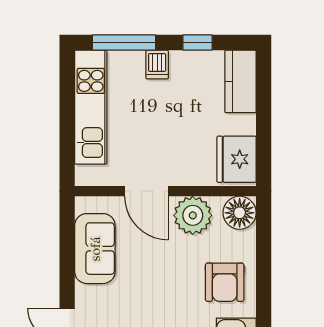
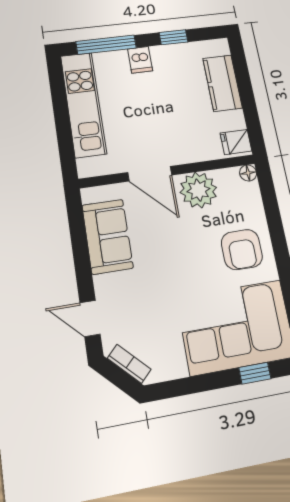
kitchen counter: (240, 81) -> (223, 83), moved
fridge: (237, 159) -> (236, 142), width x0.53, depth x0.75
floor lamp: (240, 213) -> (248, 173), width x0.53, depth x0.53

